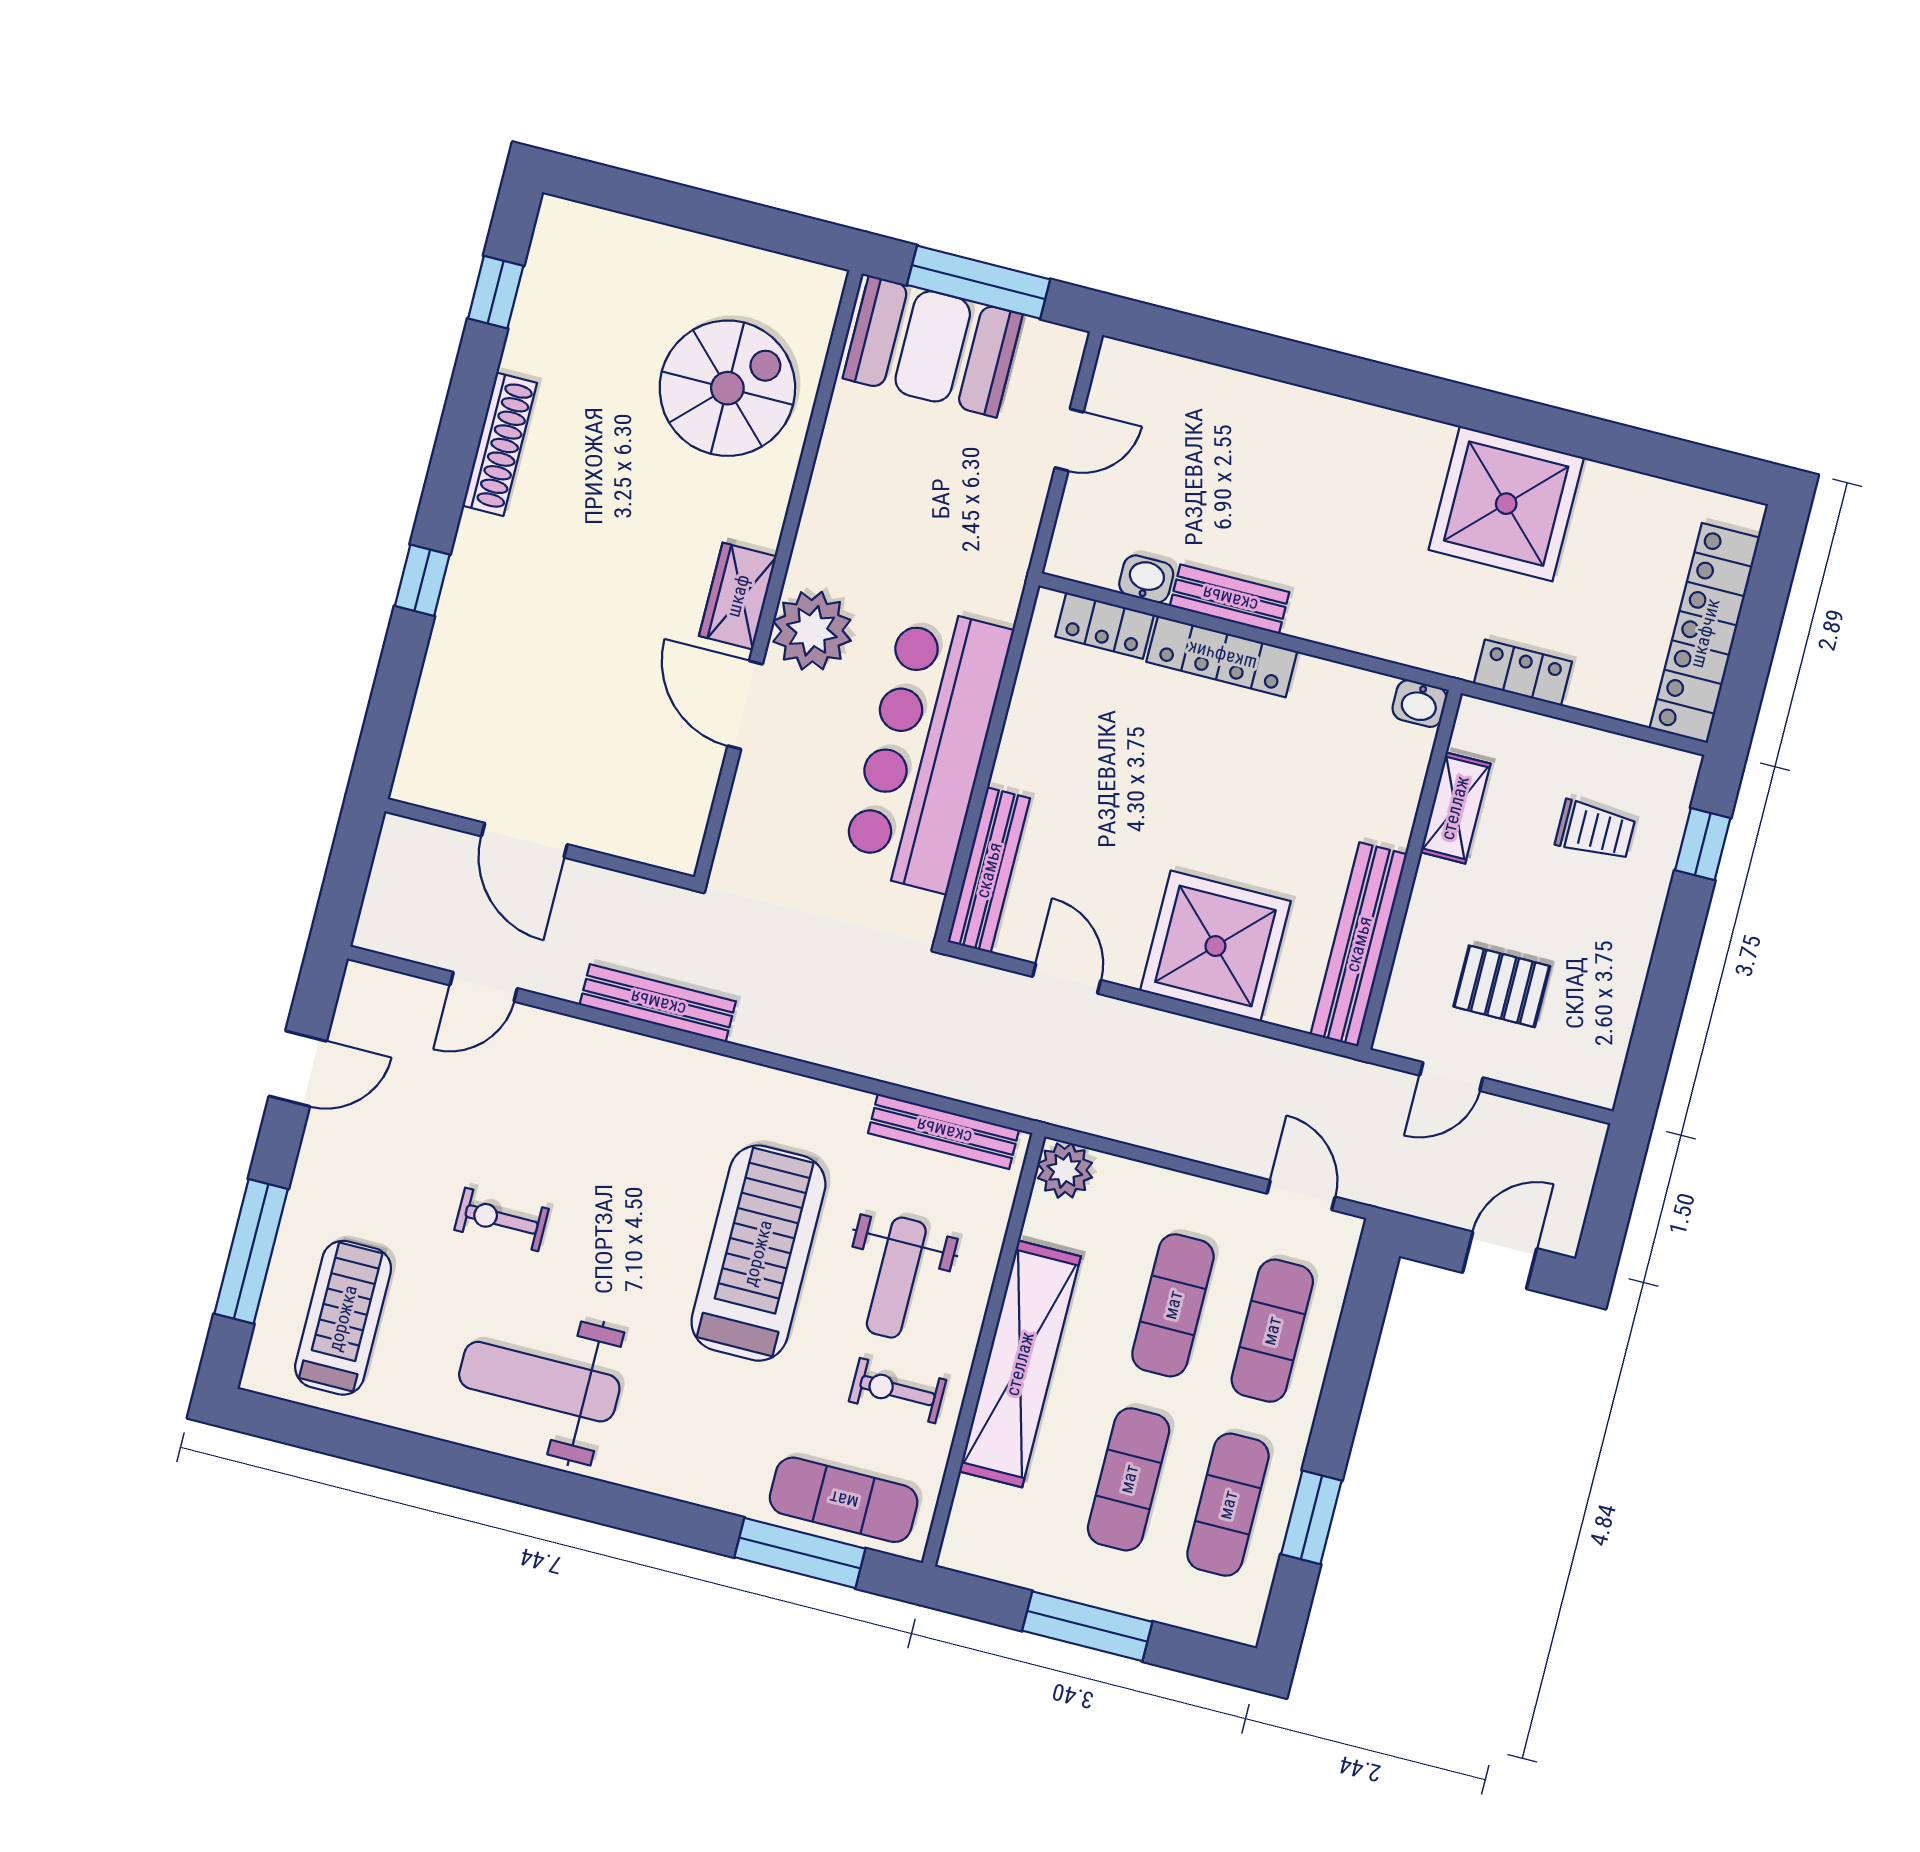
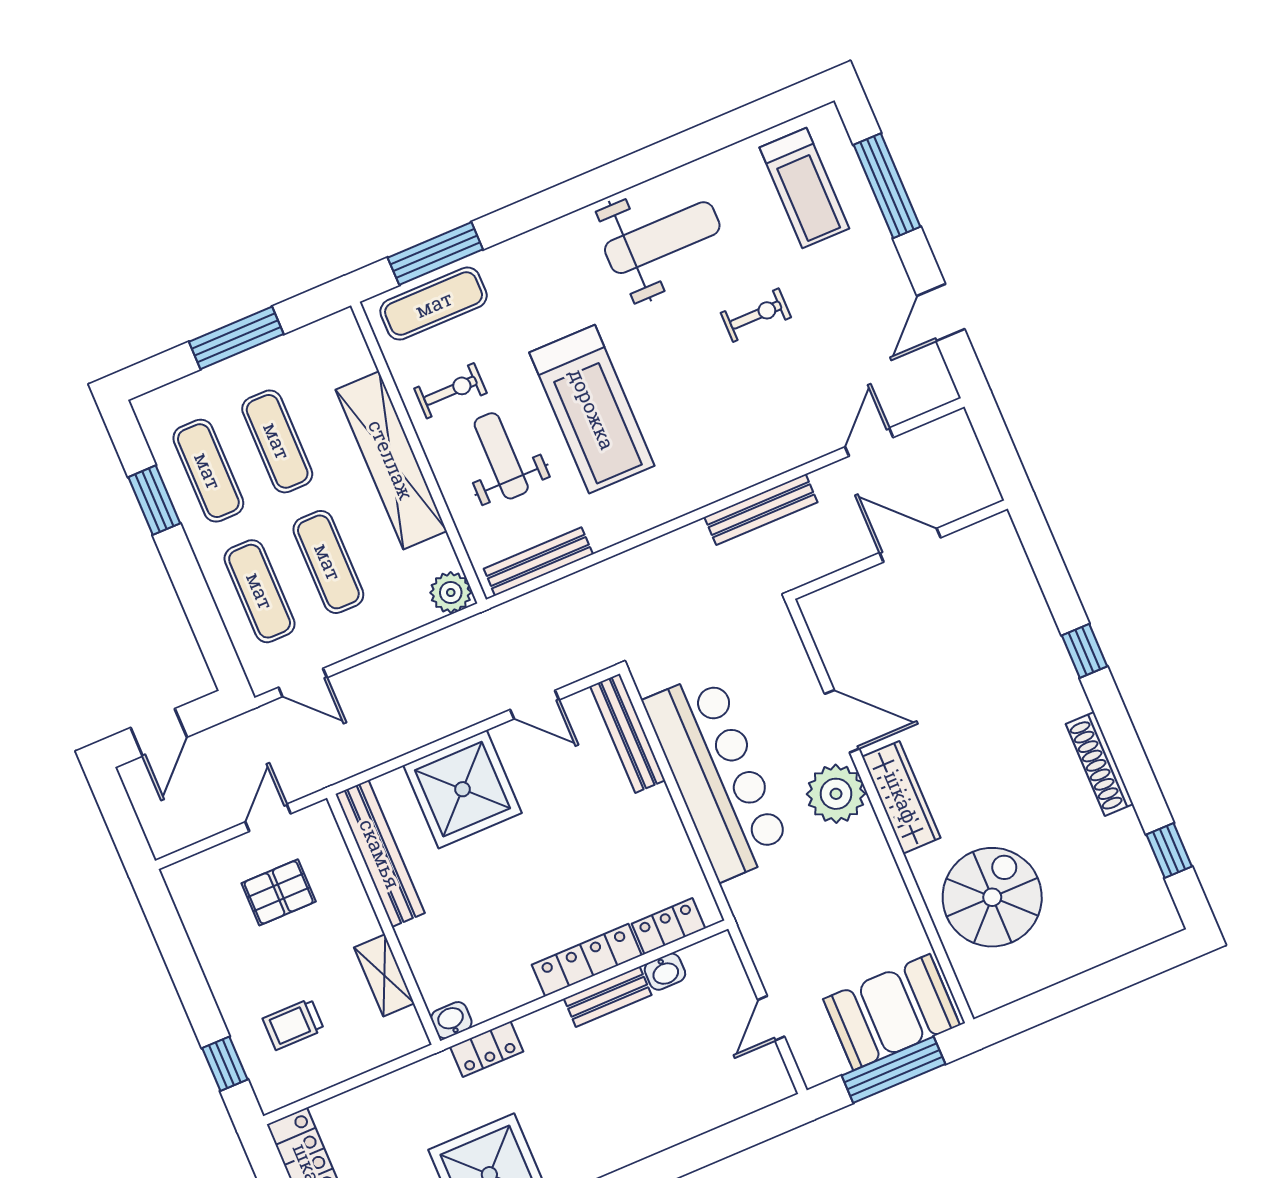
spiral stairs: (727, 388) -> (992, 897), turned 180
wardrobe: (738, 596) -> (901, 797), width x1.50
locker: (1523, 673) -> (487, 1049), moved

